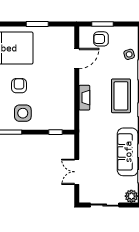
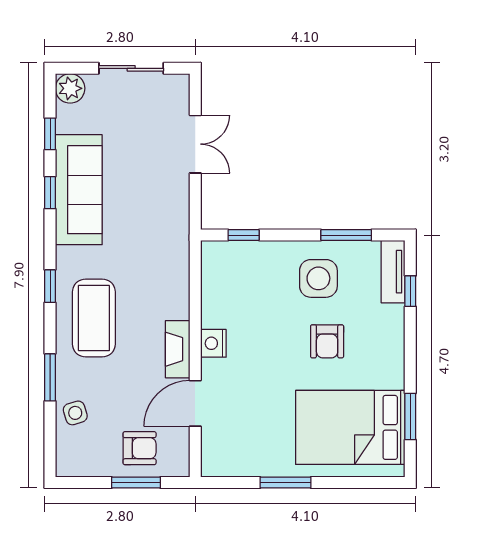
nightstand: (69, 85) -> (213, 343), added
fireplace: (84, 98) -> (178, 349), moved

